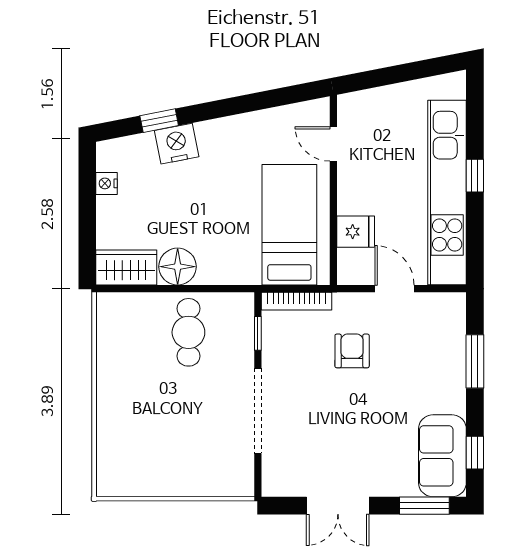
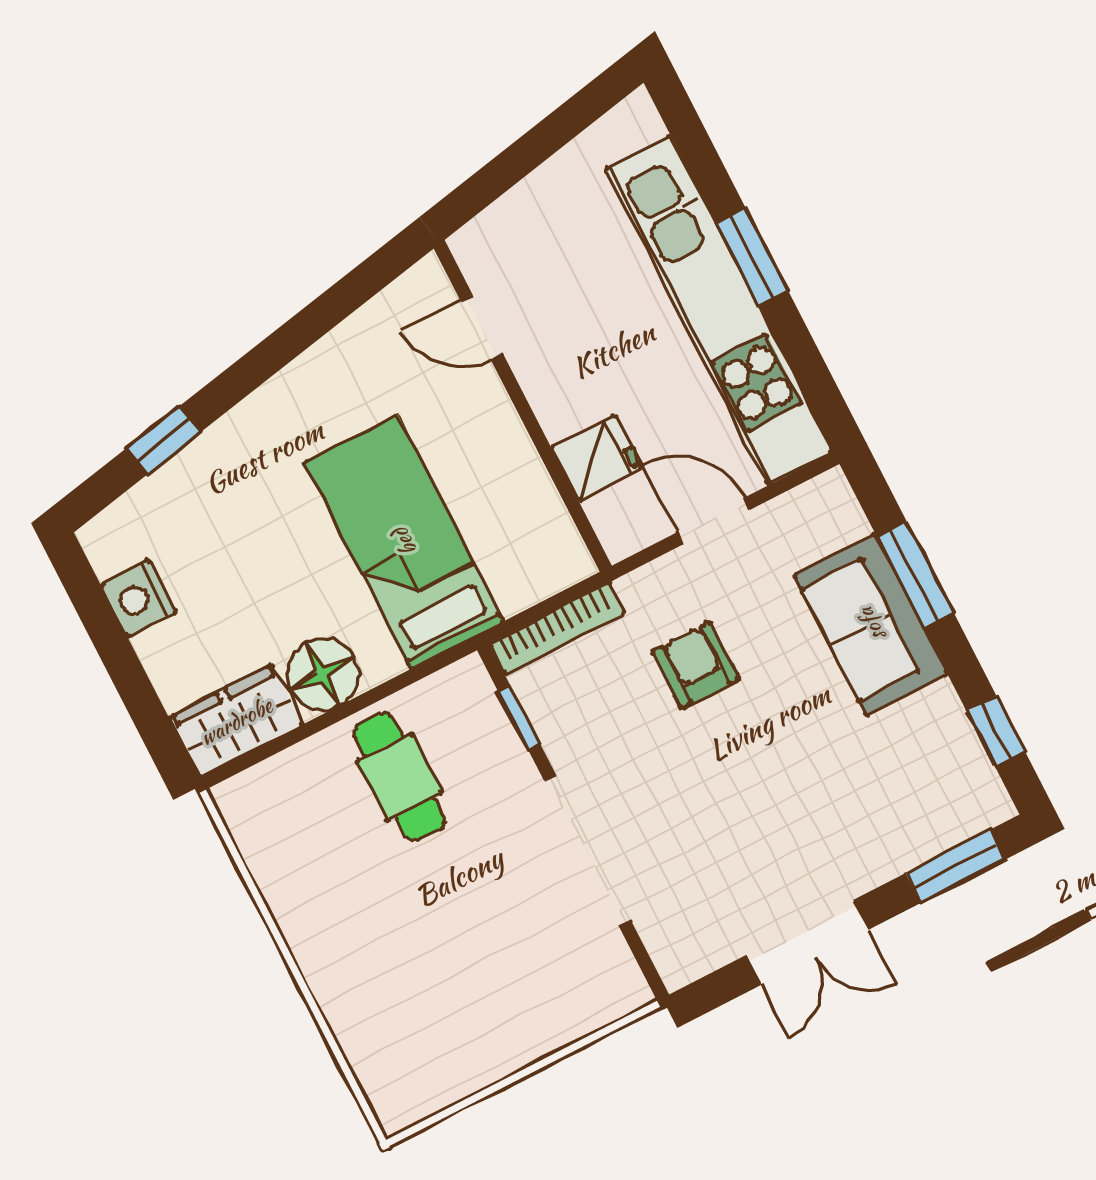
nightstand: (177, 144) -> (213, 464), removed
window: (475, 176) -> (752, 257), width x1.50
nightstand: (106, 183) -> (138, 598), width x1.39, depth x1.35
bed: (289, 225) -> (404, 542), moved
sofa: (442, 456) -> (871, 625), moved

